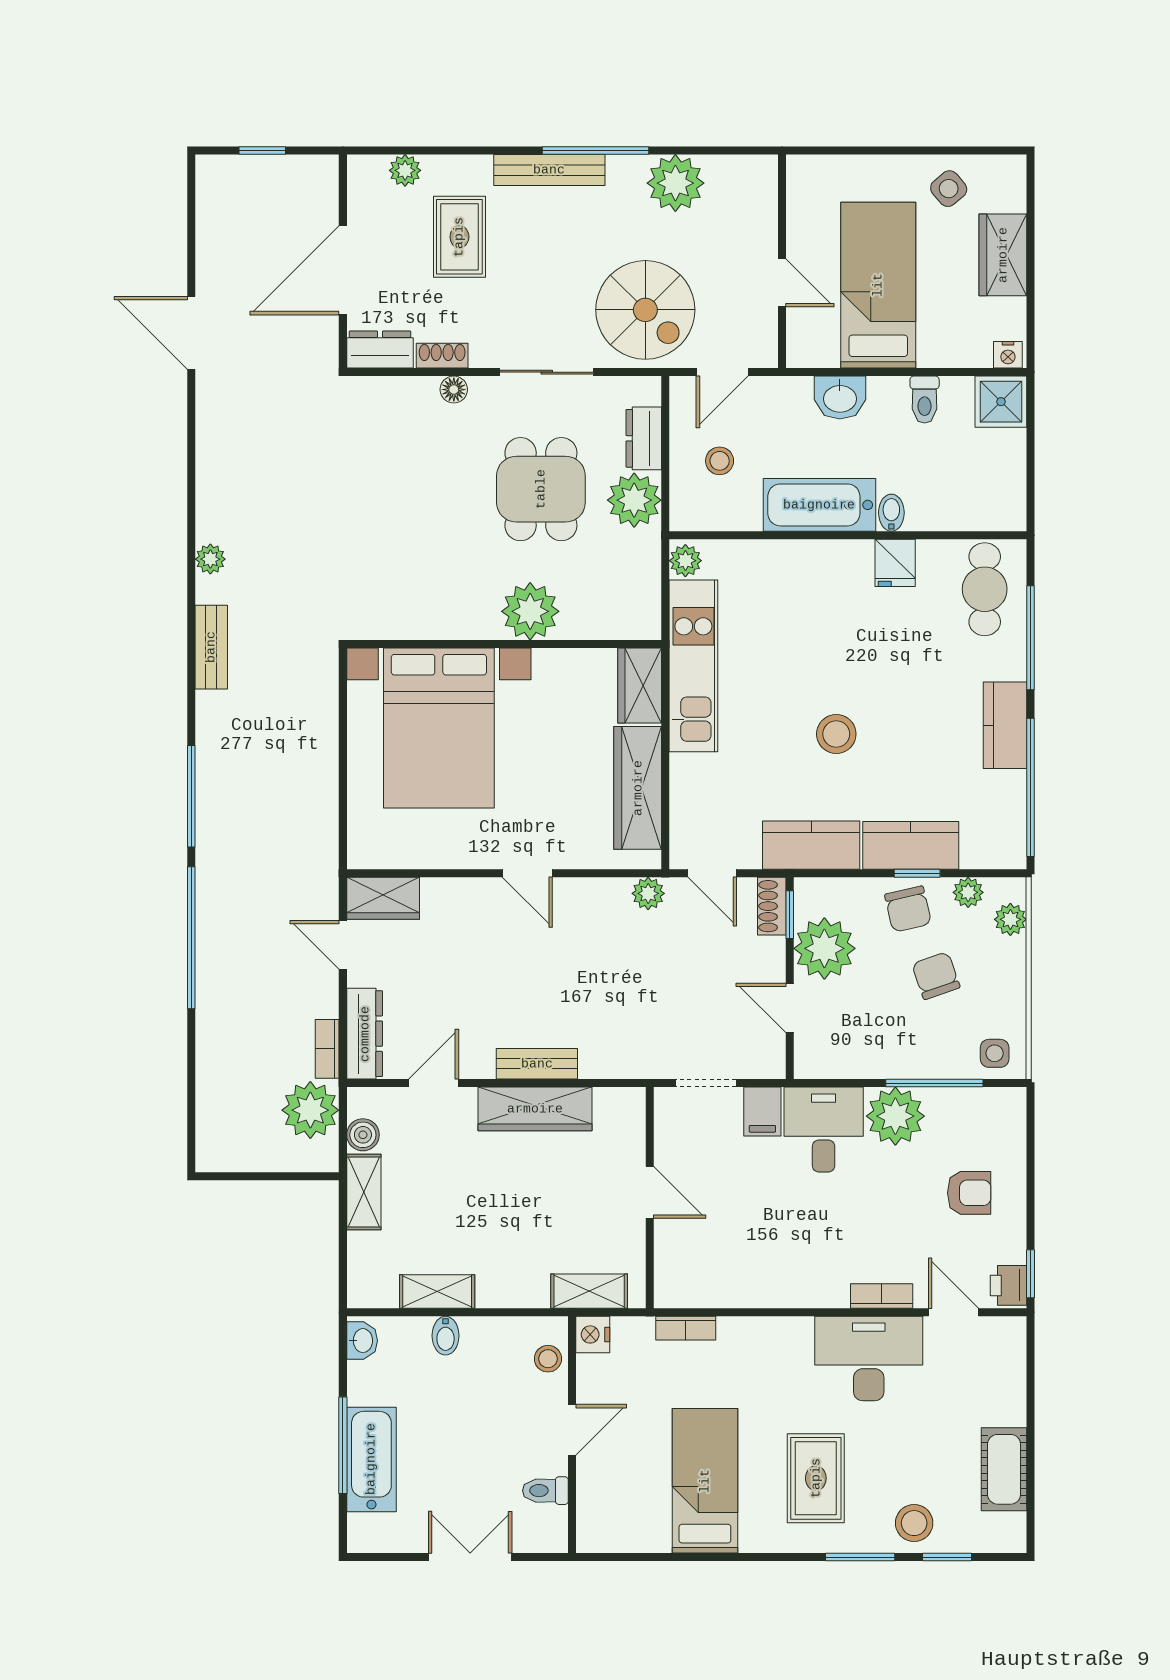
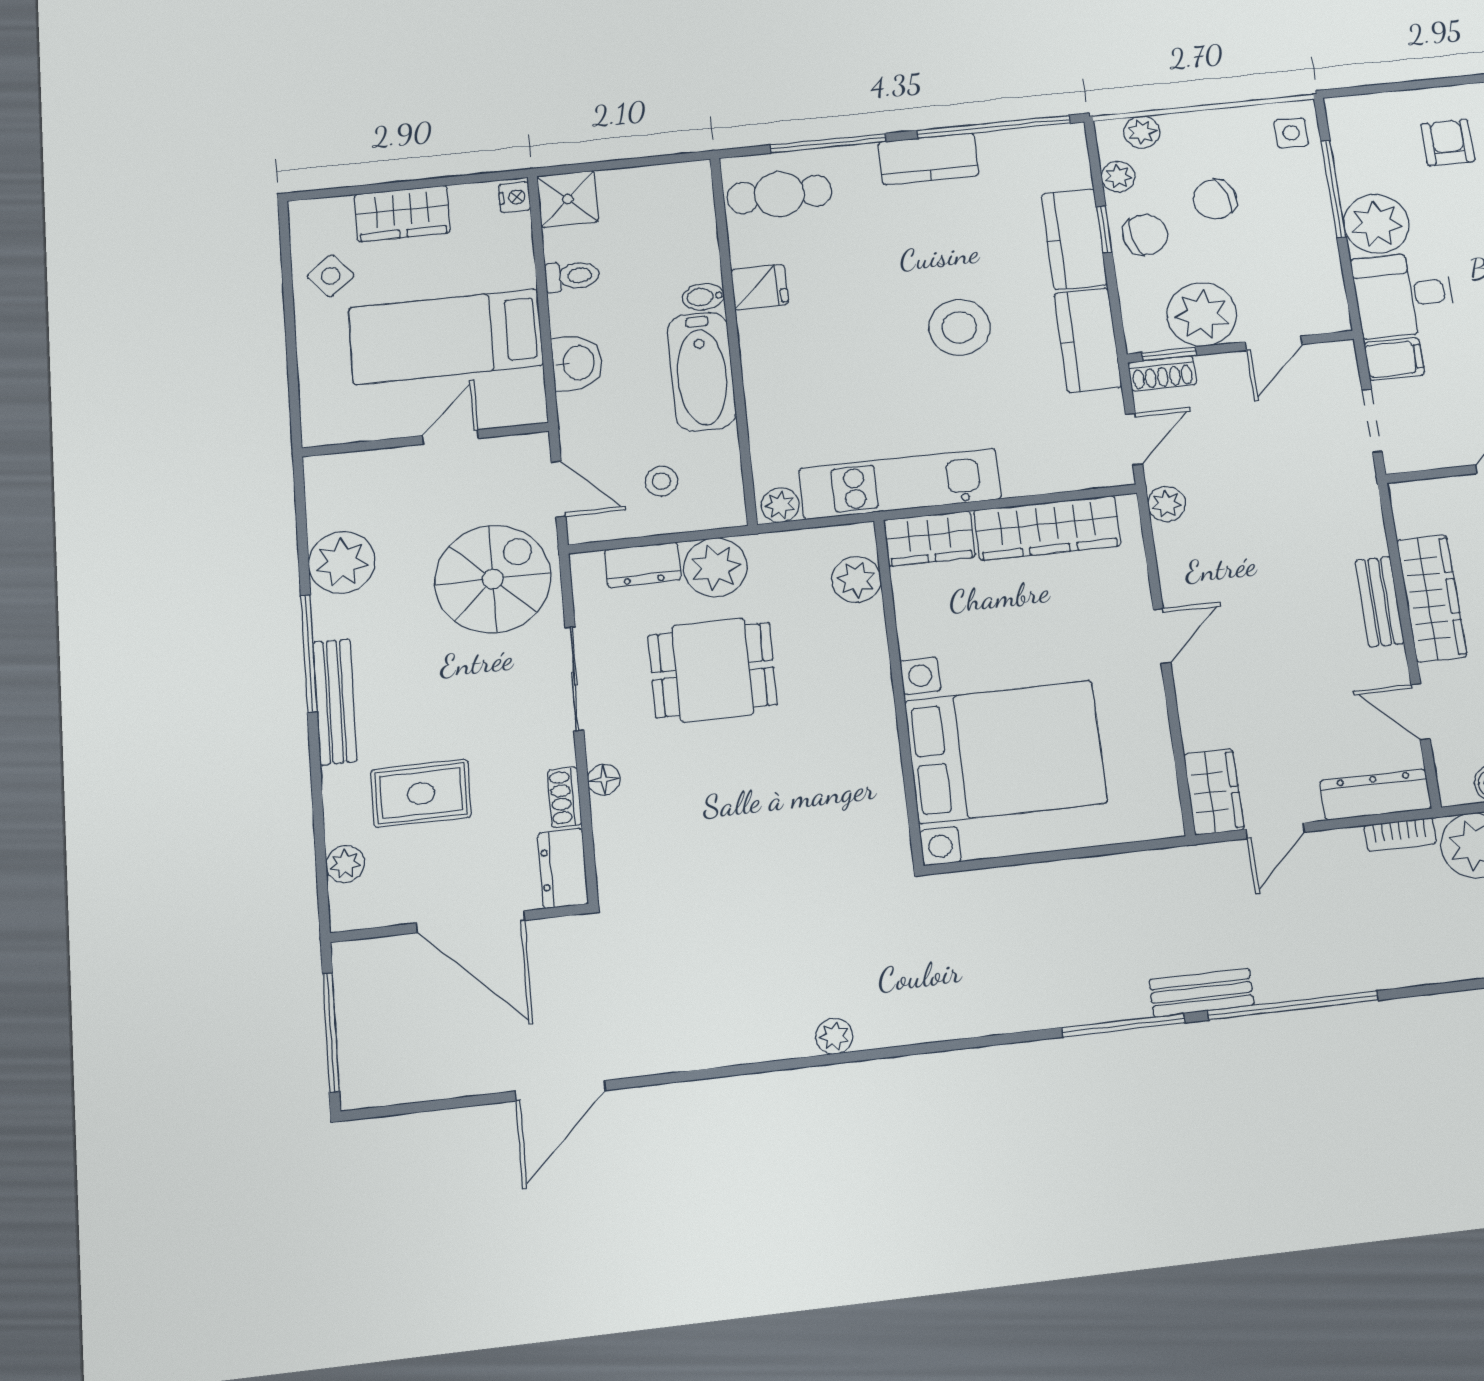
window: (262, 151) -> (331, 1032), width x2.17
plant: (530, 611) -> (856, 580), moved, width x0.73, depth x0.73
bench: (211, 647) -> (1201, 992), moved
stool: (836, 734) -> (959, 327), width x1.38, depth x1.38

